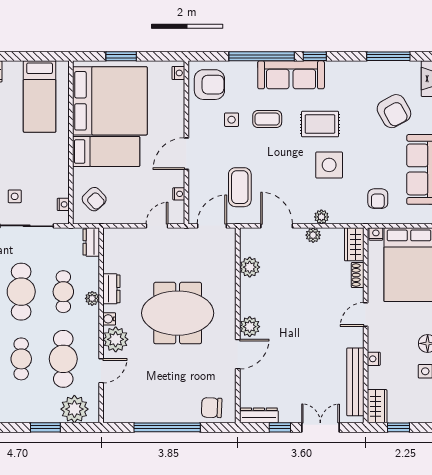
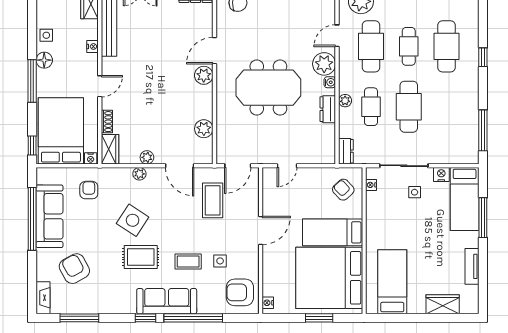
side table: (329, 165) -> (133, 220), turned 33
nightstand: (179, 194) -> (267, 194), removed

